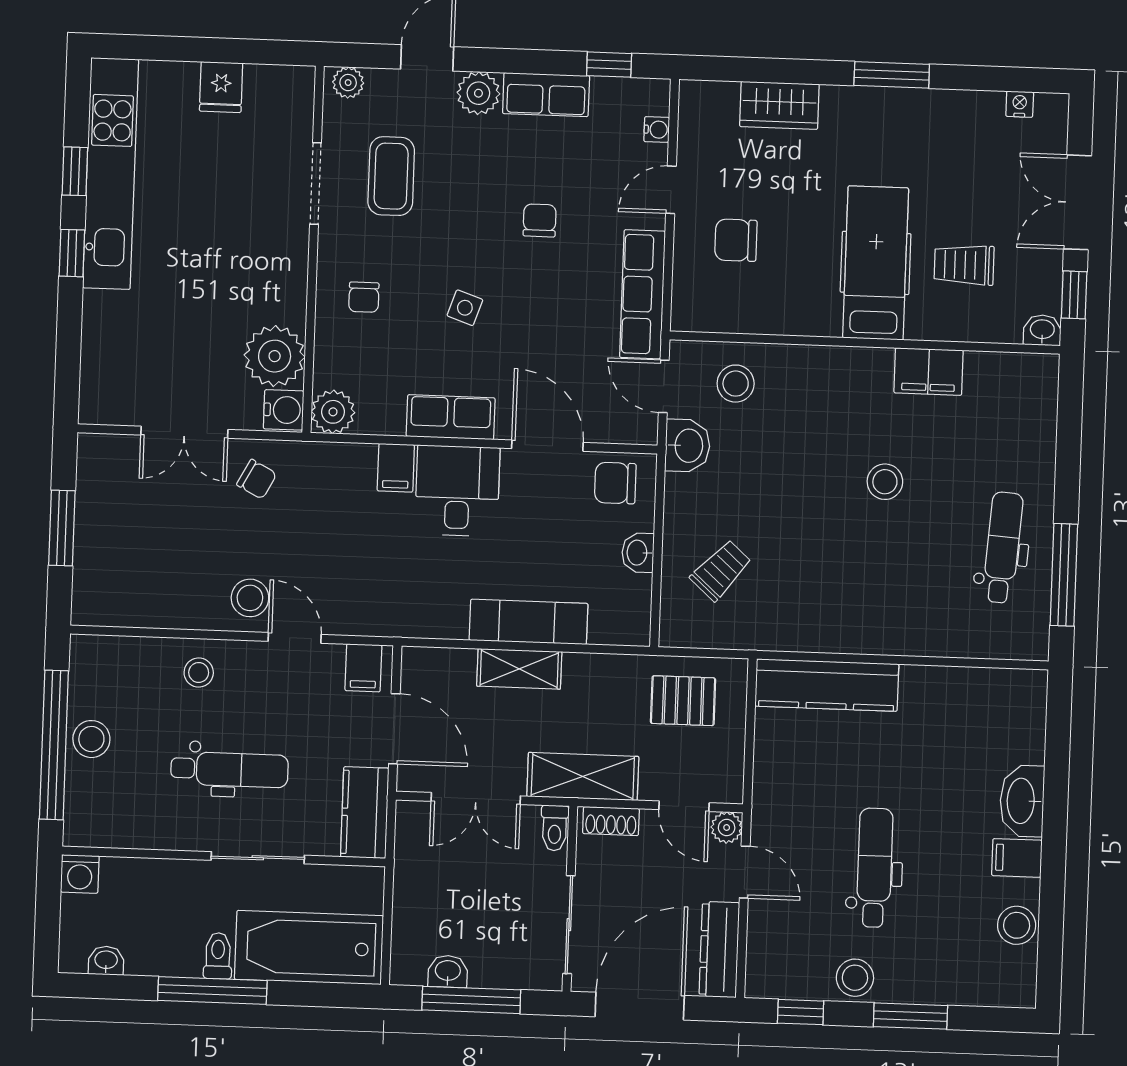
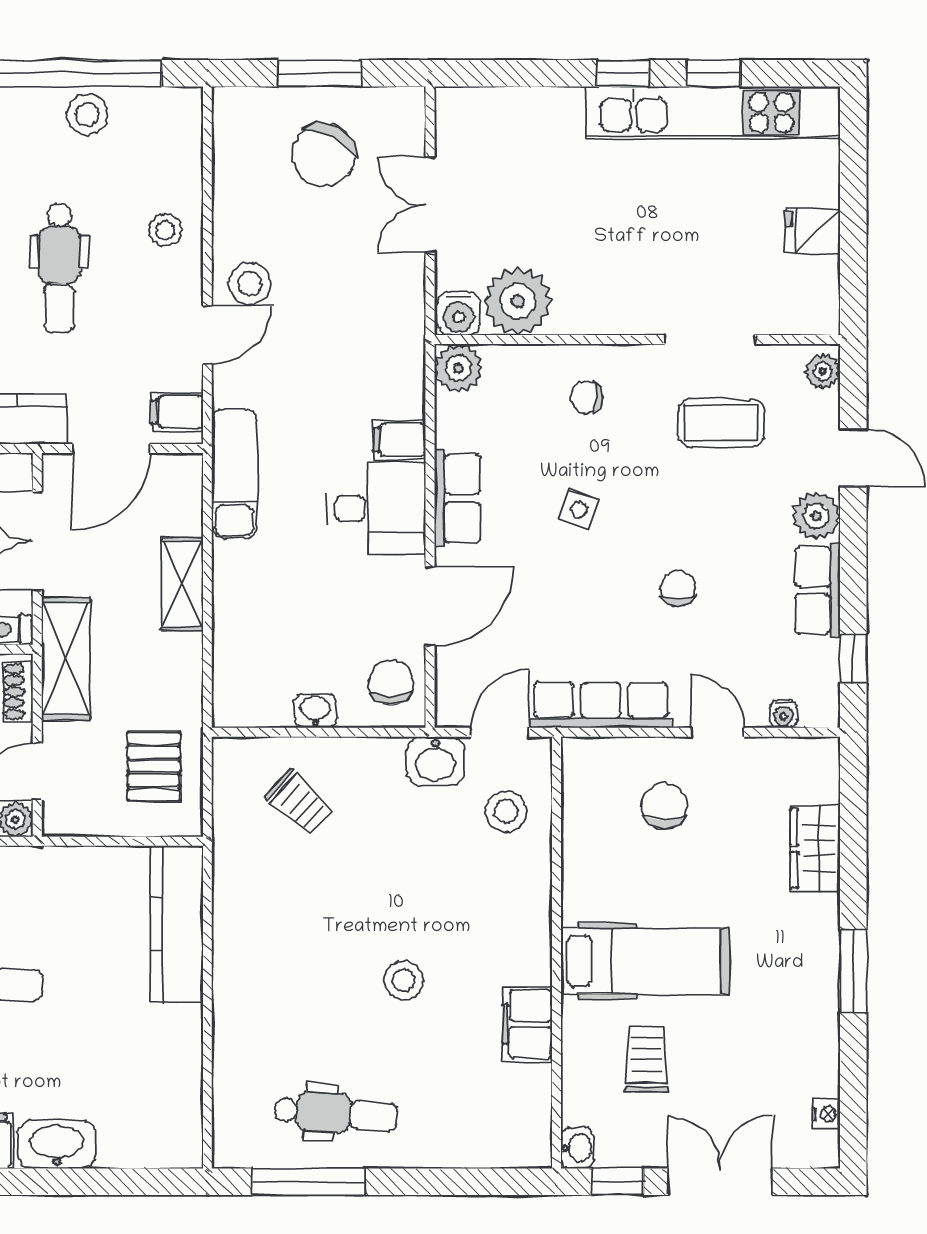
chair: (540, 220) -> (678, 588), turned -90
chair: (257, 479) -> (323, 155), moved, width x1.87, depth x1.87
exam couch: (529, 622) -> (234, 474), moved

